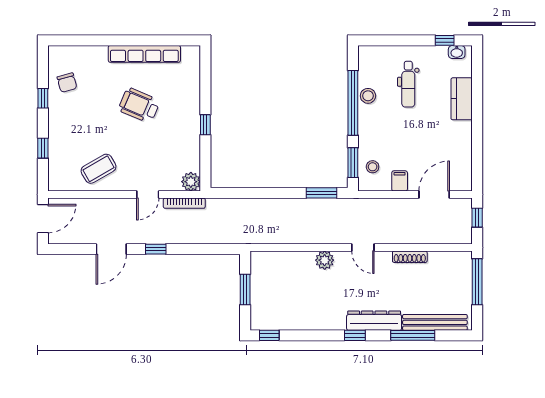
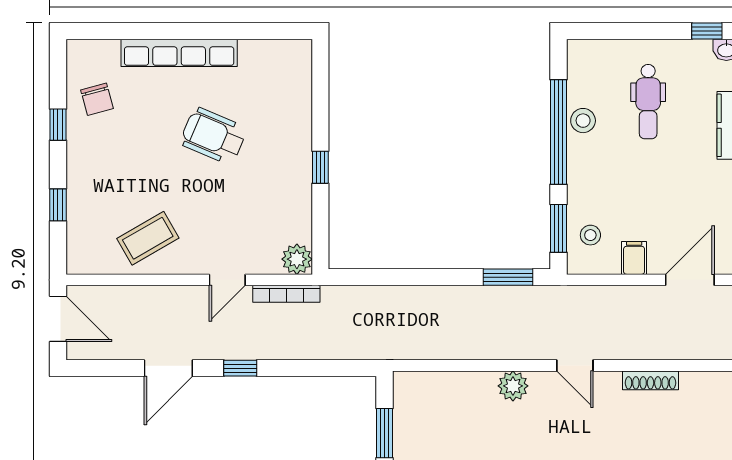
row of seats: (144, 54) -> (179, 53), moved
door: (43, 219) -> (58, 319), hinge flipped

